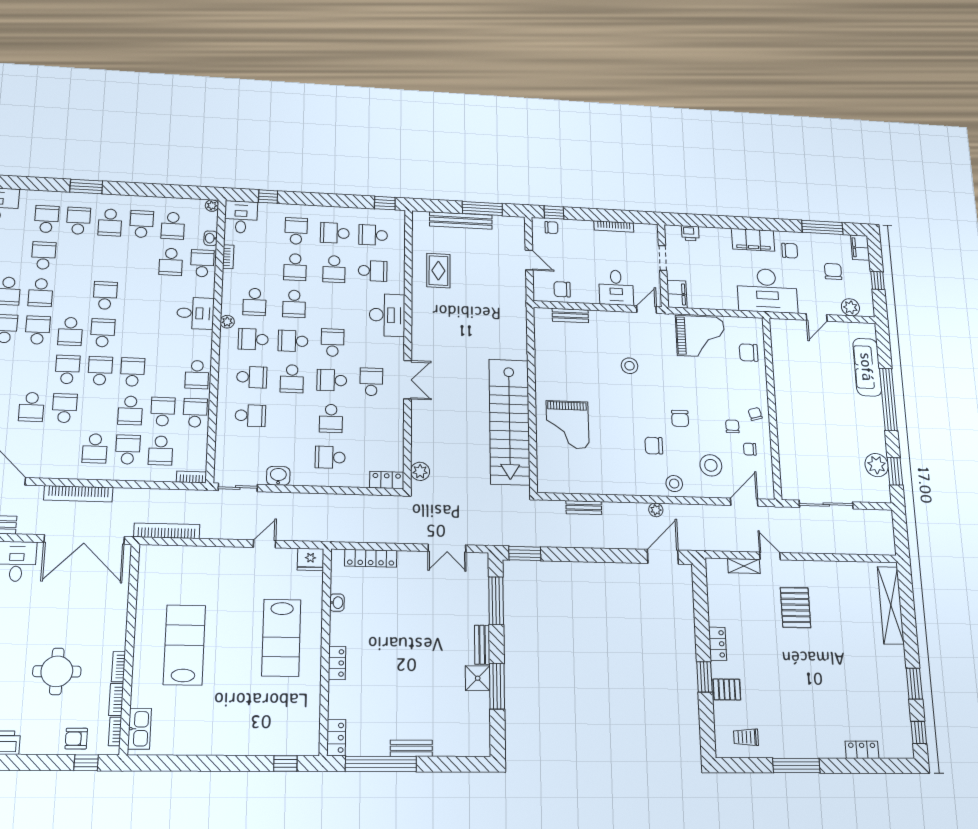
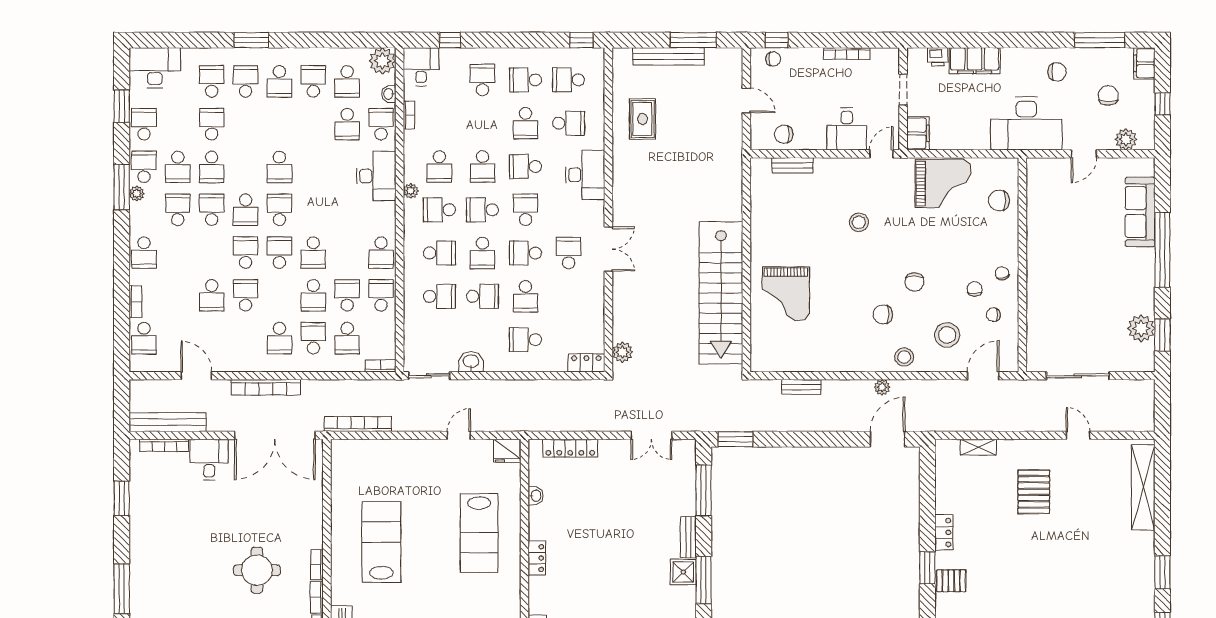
plant: (212, 206) -> (382, 61), width x1.87, depth x1.87
filing cabinet: (753, 240) -> (975, 61), moved
school desk: (295, 267) -> (526, 166), moved, turned 90
school desk: (105, 295) -> (279, 167), turned 180
desk: (195, 313) -> (376, 176), width x1.37
school desk: (133, 372) -> (313, 253), turned 180
school desk: (291, 417) -> (482, 296), added
door: (770, 556) -> (1078, 435), moved

